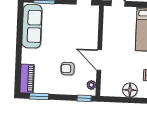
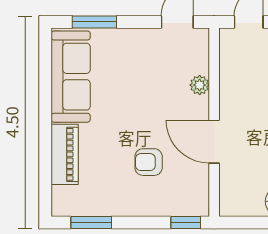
piano: (27, 79) -> (65, 154), moved
plant: (91, 85) -> (200, 85), moved

